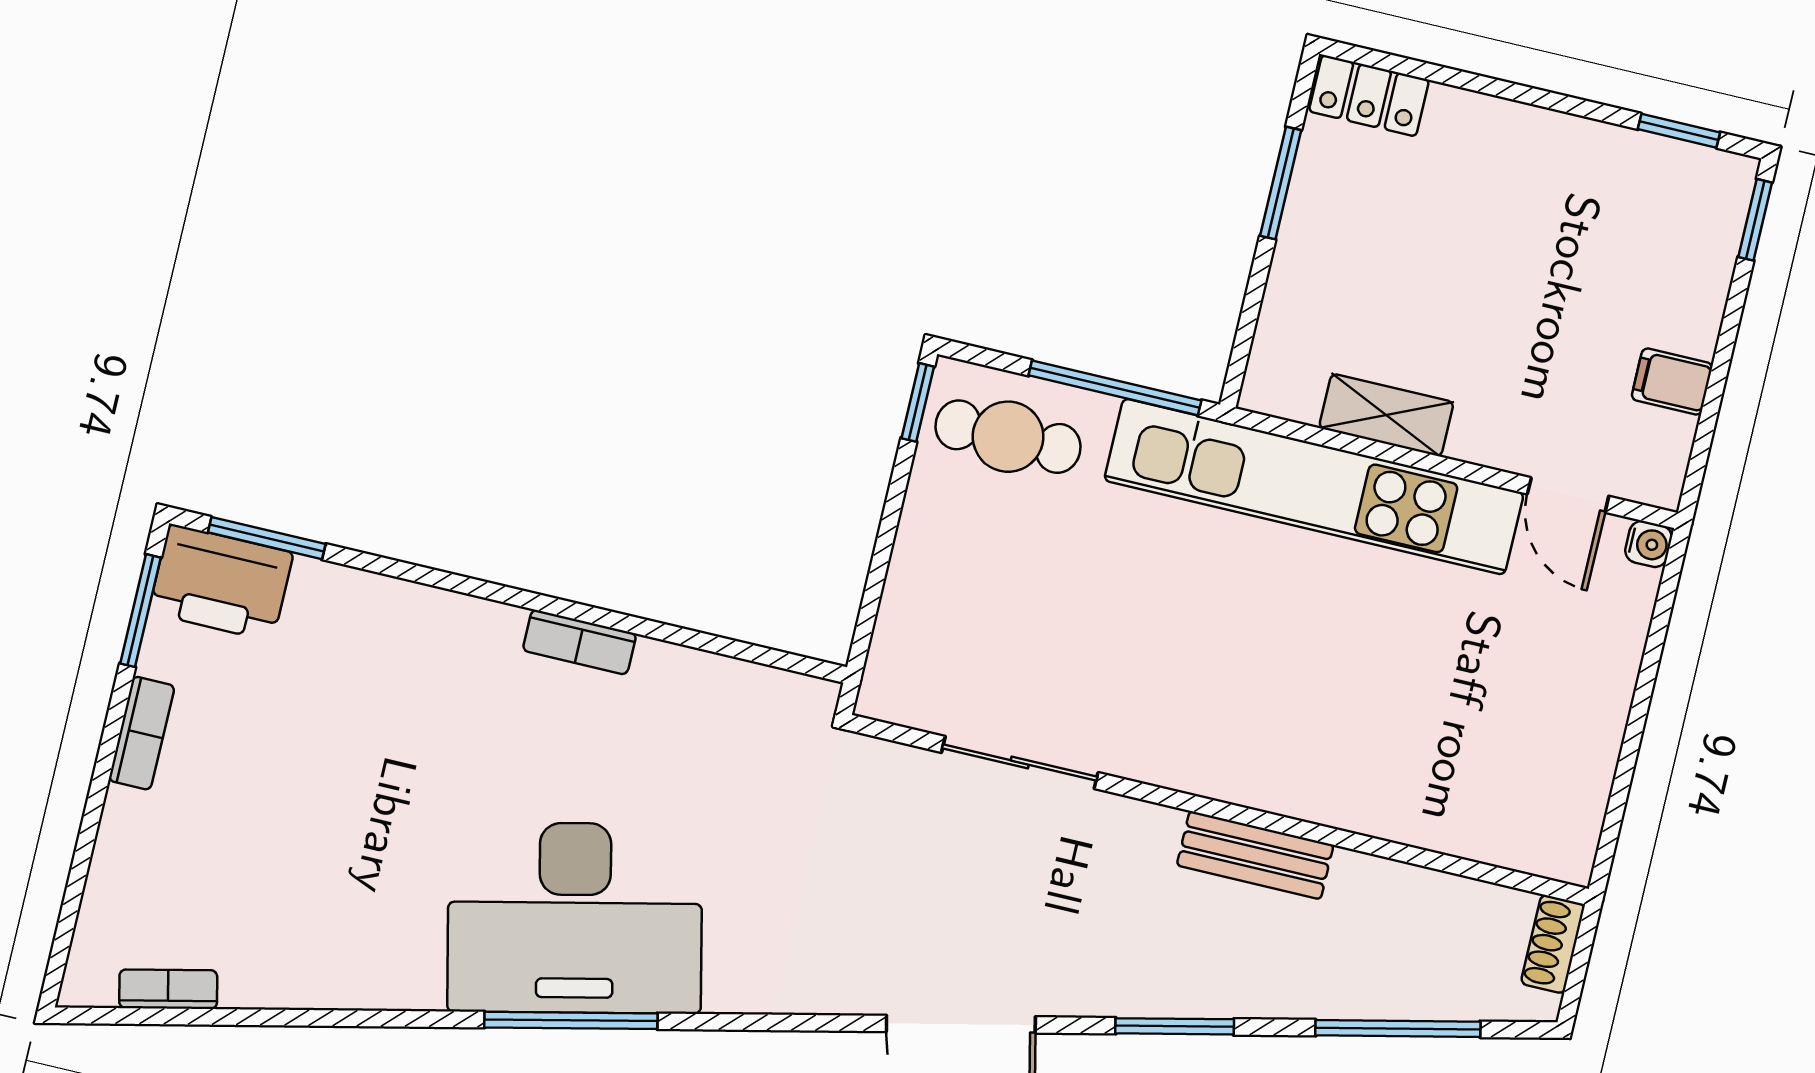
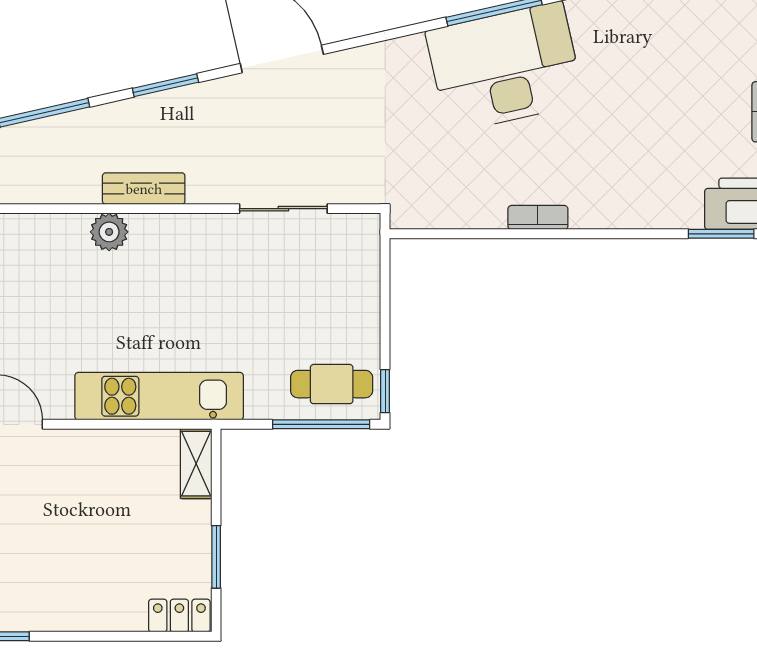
window: (1115, 388) -> (321, 424), moved
shelving: (1386, 415) -> (196, 464), moved, turned 90
kitchen unit: (1314, 487) -> (159, 396), width x0.73
plant: (1333, 794) -> (109, 232), added

